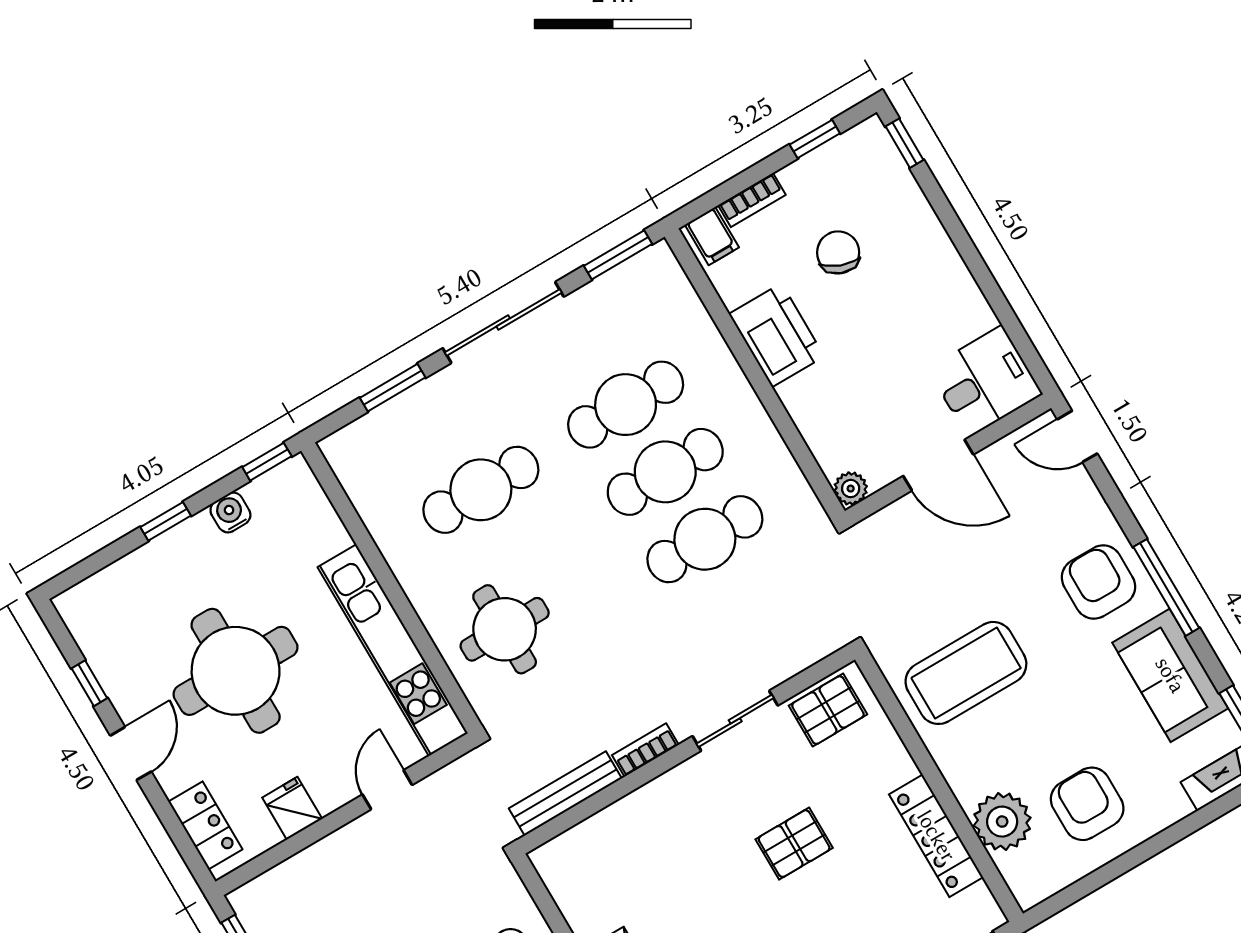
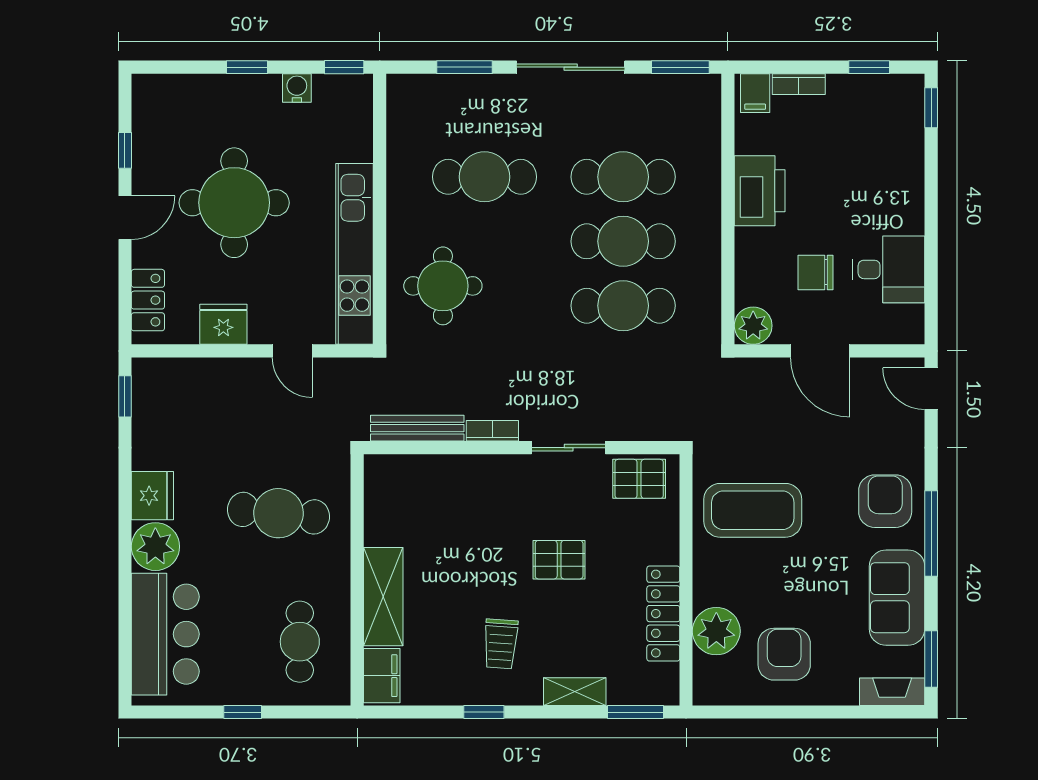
chair: (838, 252) -> (816, 272), moved, turned -111
desk: (985, 381) -> (889, 269), moved
plant: (851, 489) -> (753, 326), width x1.38, depth x1.38
door: (387, 790) -> (292, 351), swing flipped
fridge: (292, 808) -> (223, 324), width x1.38

